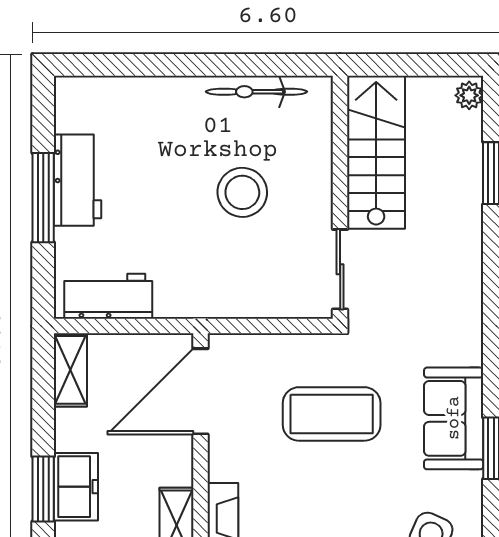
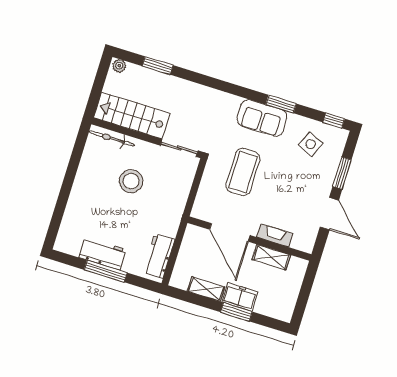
bicycle: (256, 92) -> (112, 138), moved, turned 90
shelving: (70, 370) -> (206, 289), moved
door: (201, 391) -> (230, 232), moved

